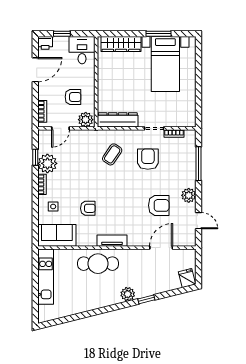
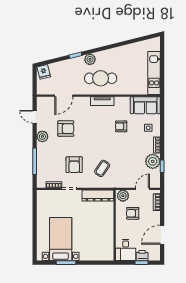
printer: (45, 43) -> (142, 256), moved
wardrobe: (121, 44) -> (95, 255), removed
armchair: (159, 205) -> (66, 129), turned 180
cafe table: (98, 264) -> (101, 78), moved

